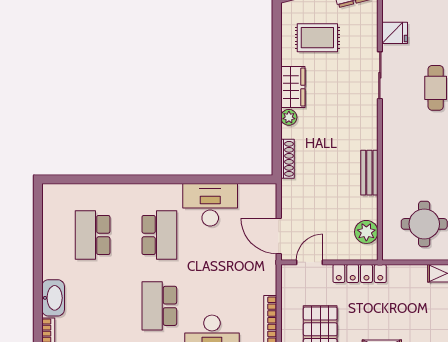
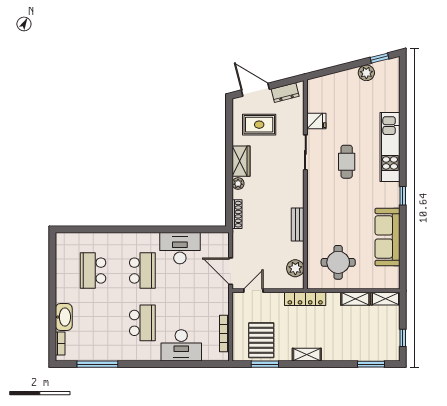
locker: (360, 273) -> (305, 299), moved
school desk: (159, 306) -> (142, 323), turned 180

